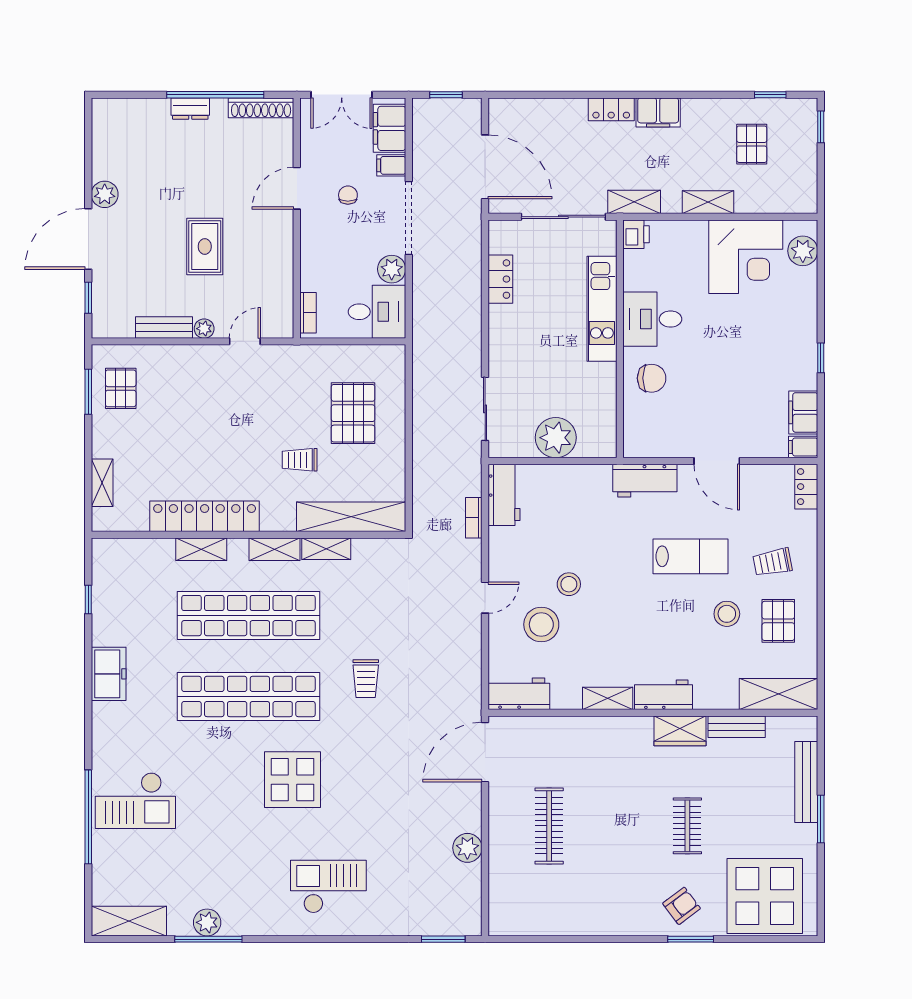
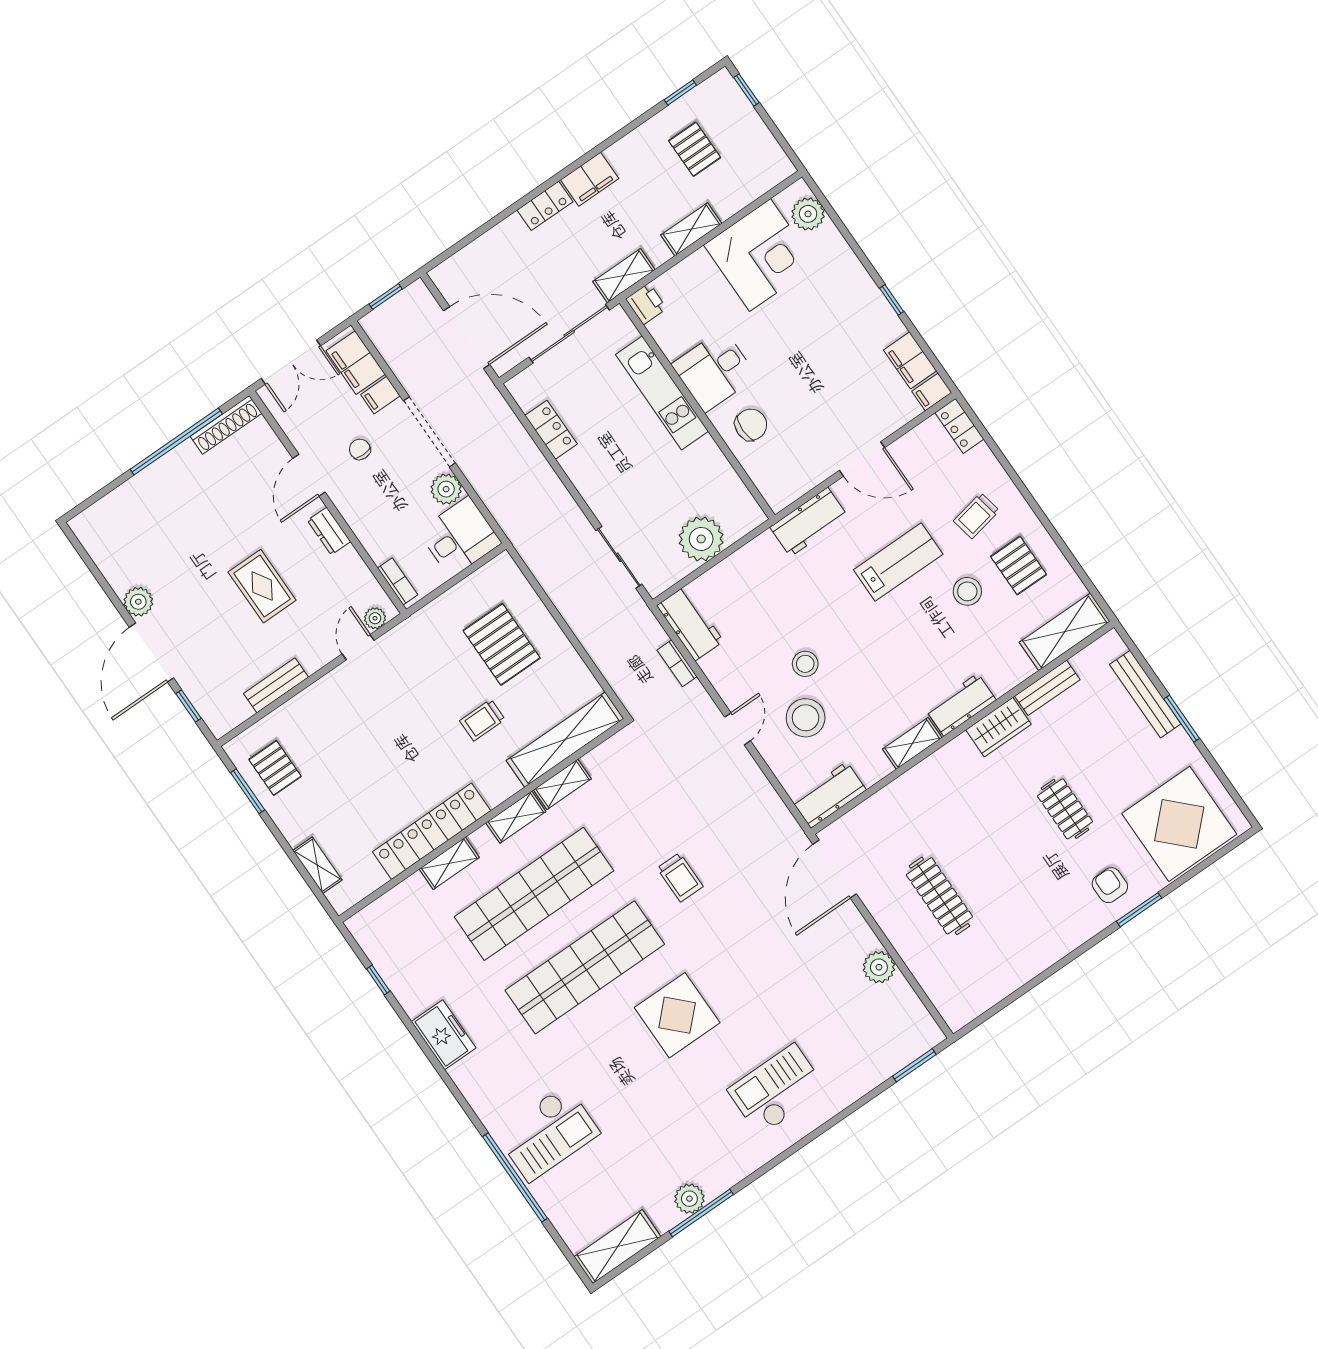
dresser: (190, 109) -> (329, 531), moved, turned 90
plant: (204, 329) -> (375, 618), moved
armchair: (682, 906) -> (1110, 885), turned -53

